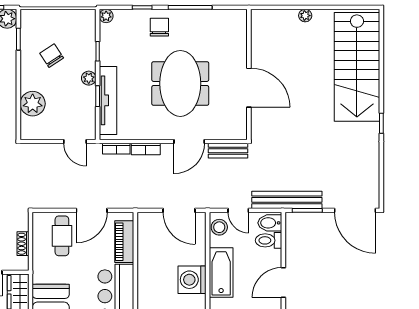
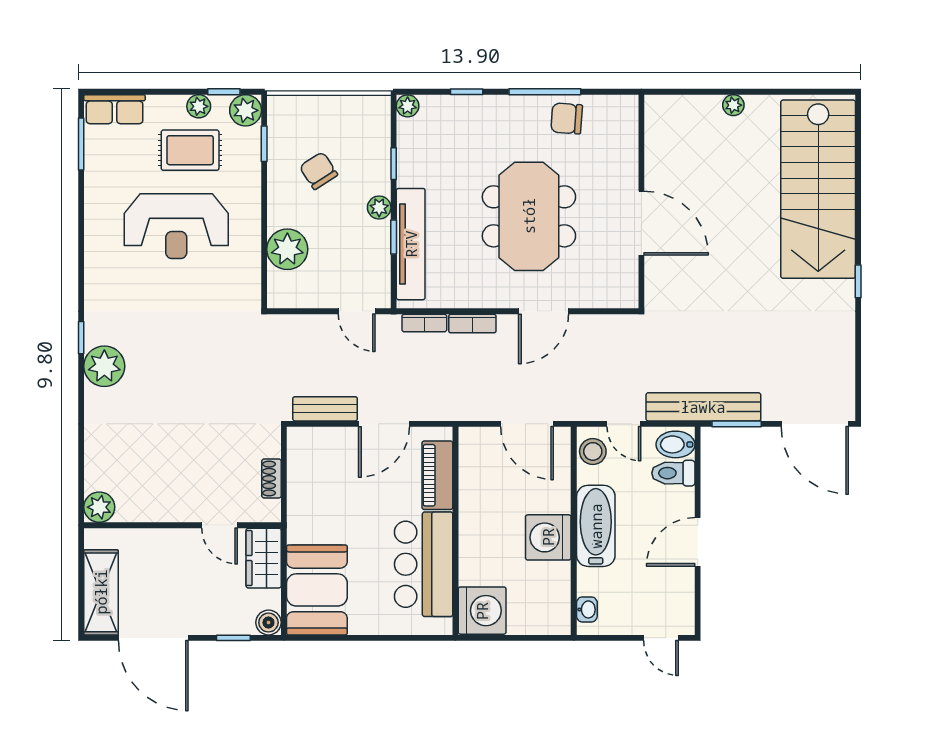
chair: (159, 27) -> (567, 118), moved, turned -86
bench: (228, 151) -> (325, 409), moved
cafe table: (62, 236) -> (335, 466), removed

